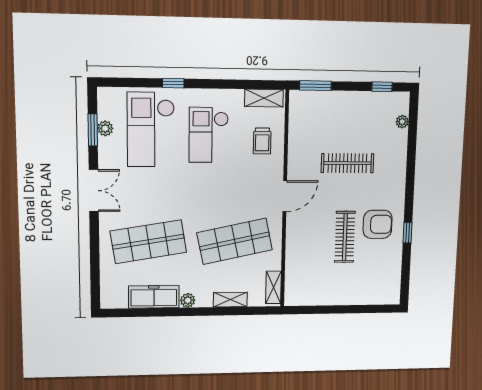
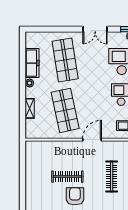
door: (285, 196) -> (92, 140), swing flipped
armchair: (378, 224) -> (75, 196), turned 180
shelving: (273, 287) -> (37, 134), removed

